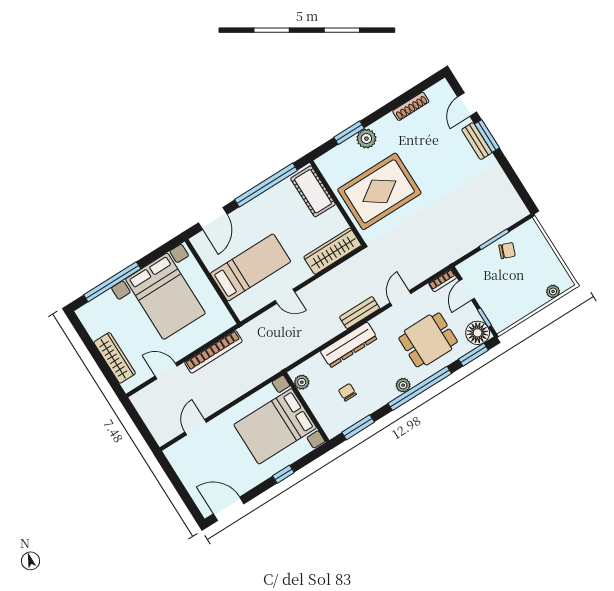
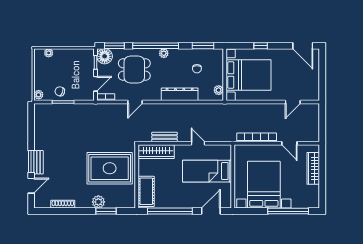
plant: (532, 229) -> (39, 95), added
bench: (360, 313) -> (165, 137), moved

